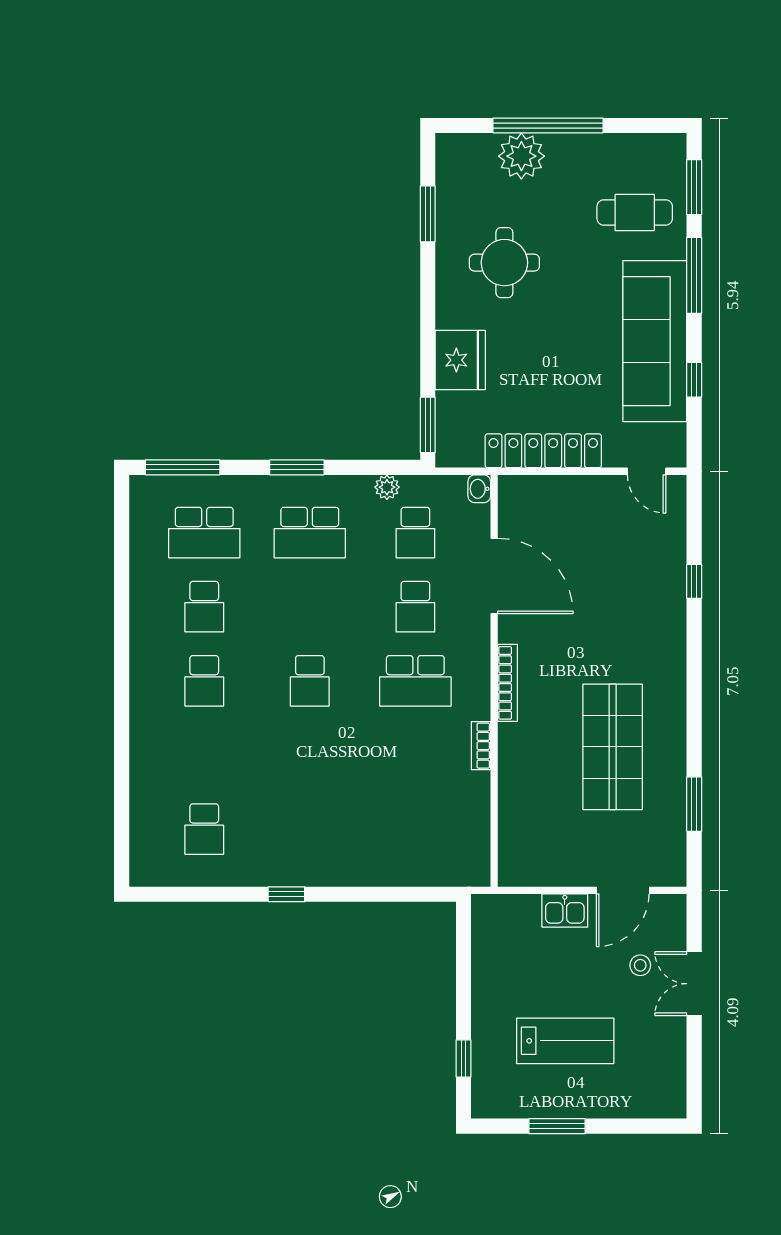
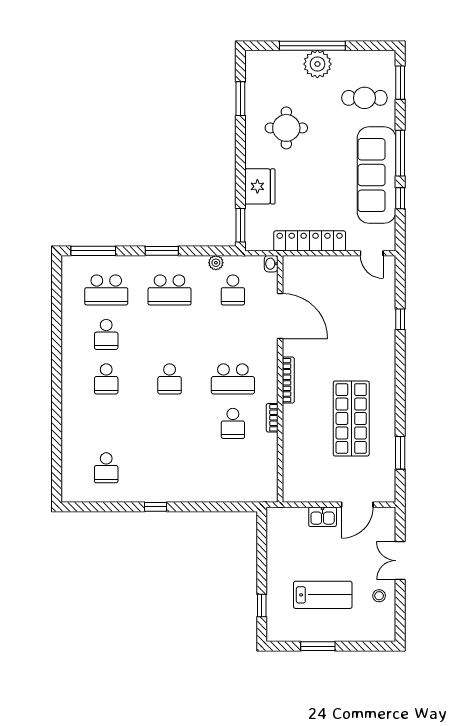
plant: (521, 156) -> (317, 64), moved
window: (694, 275) -> (400, 153), moved
school desk: (415, 607) -> (233, 423), moved
stool: (640, 965) -> (379, 596), moved

